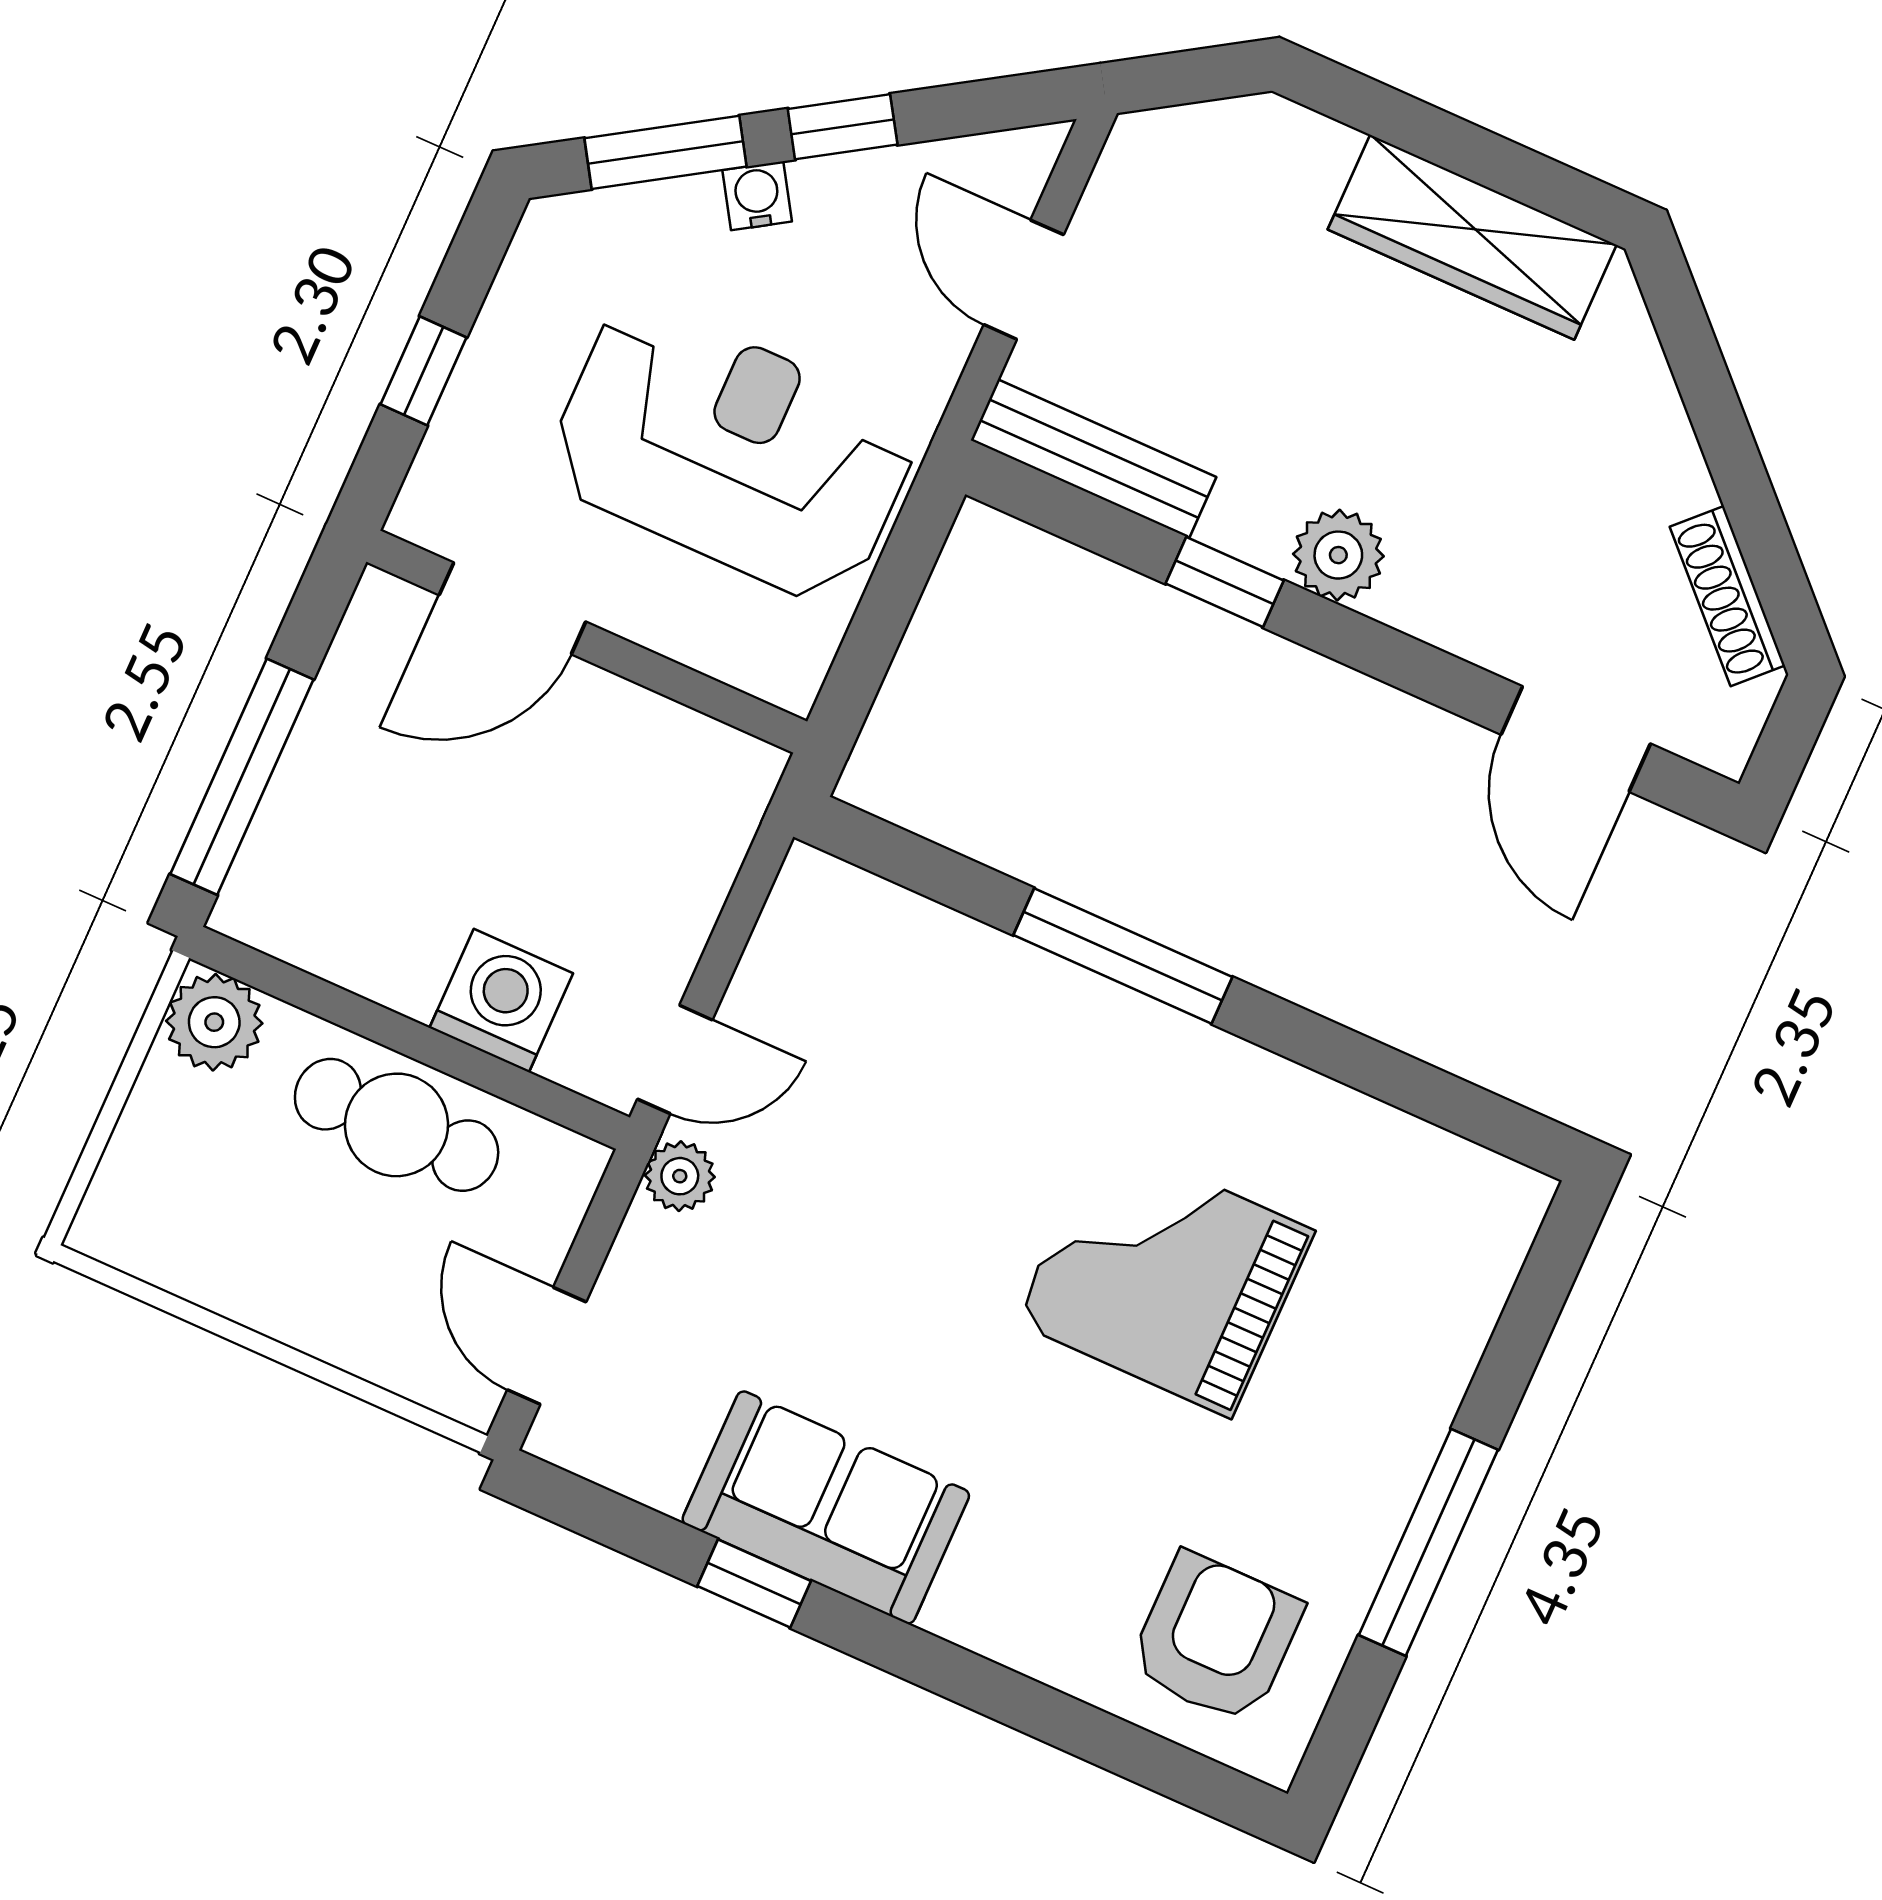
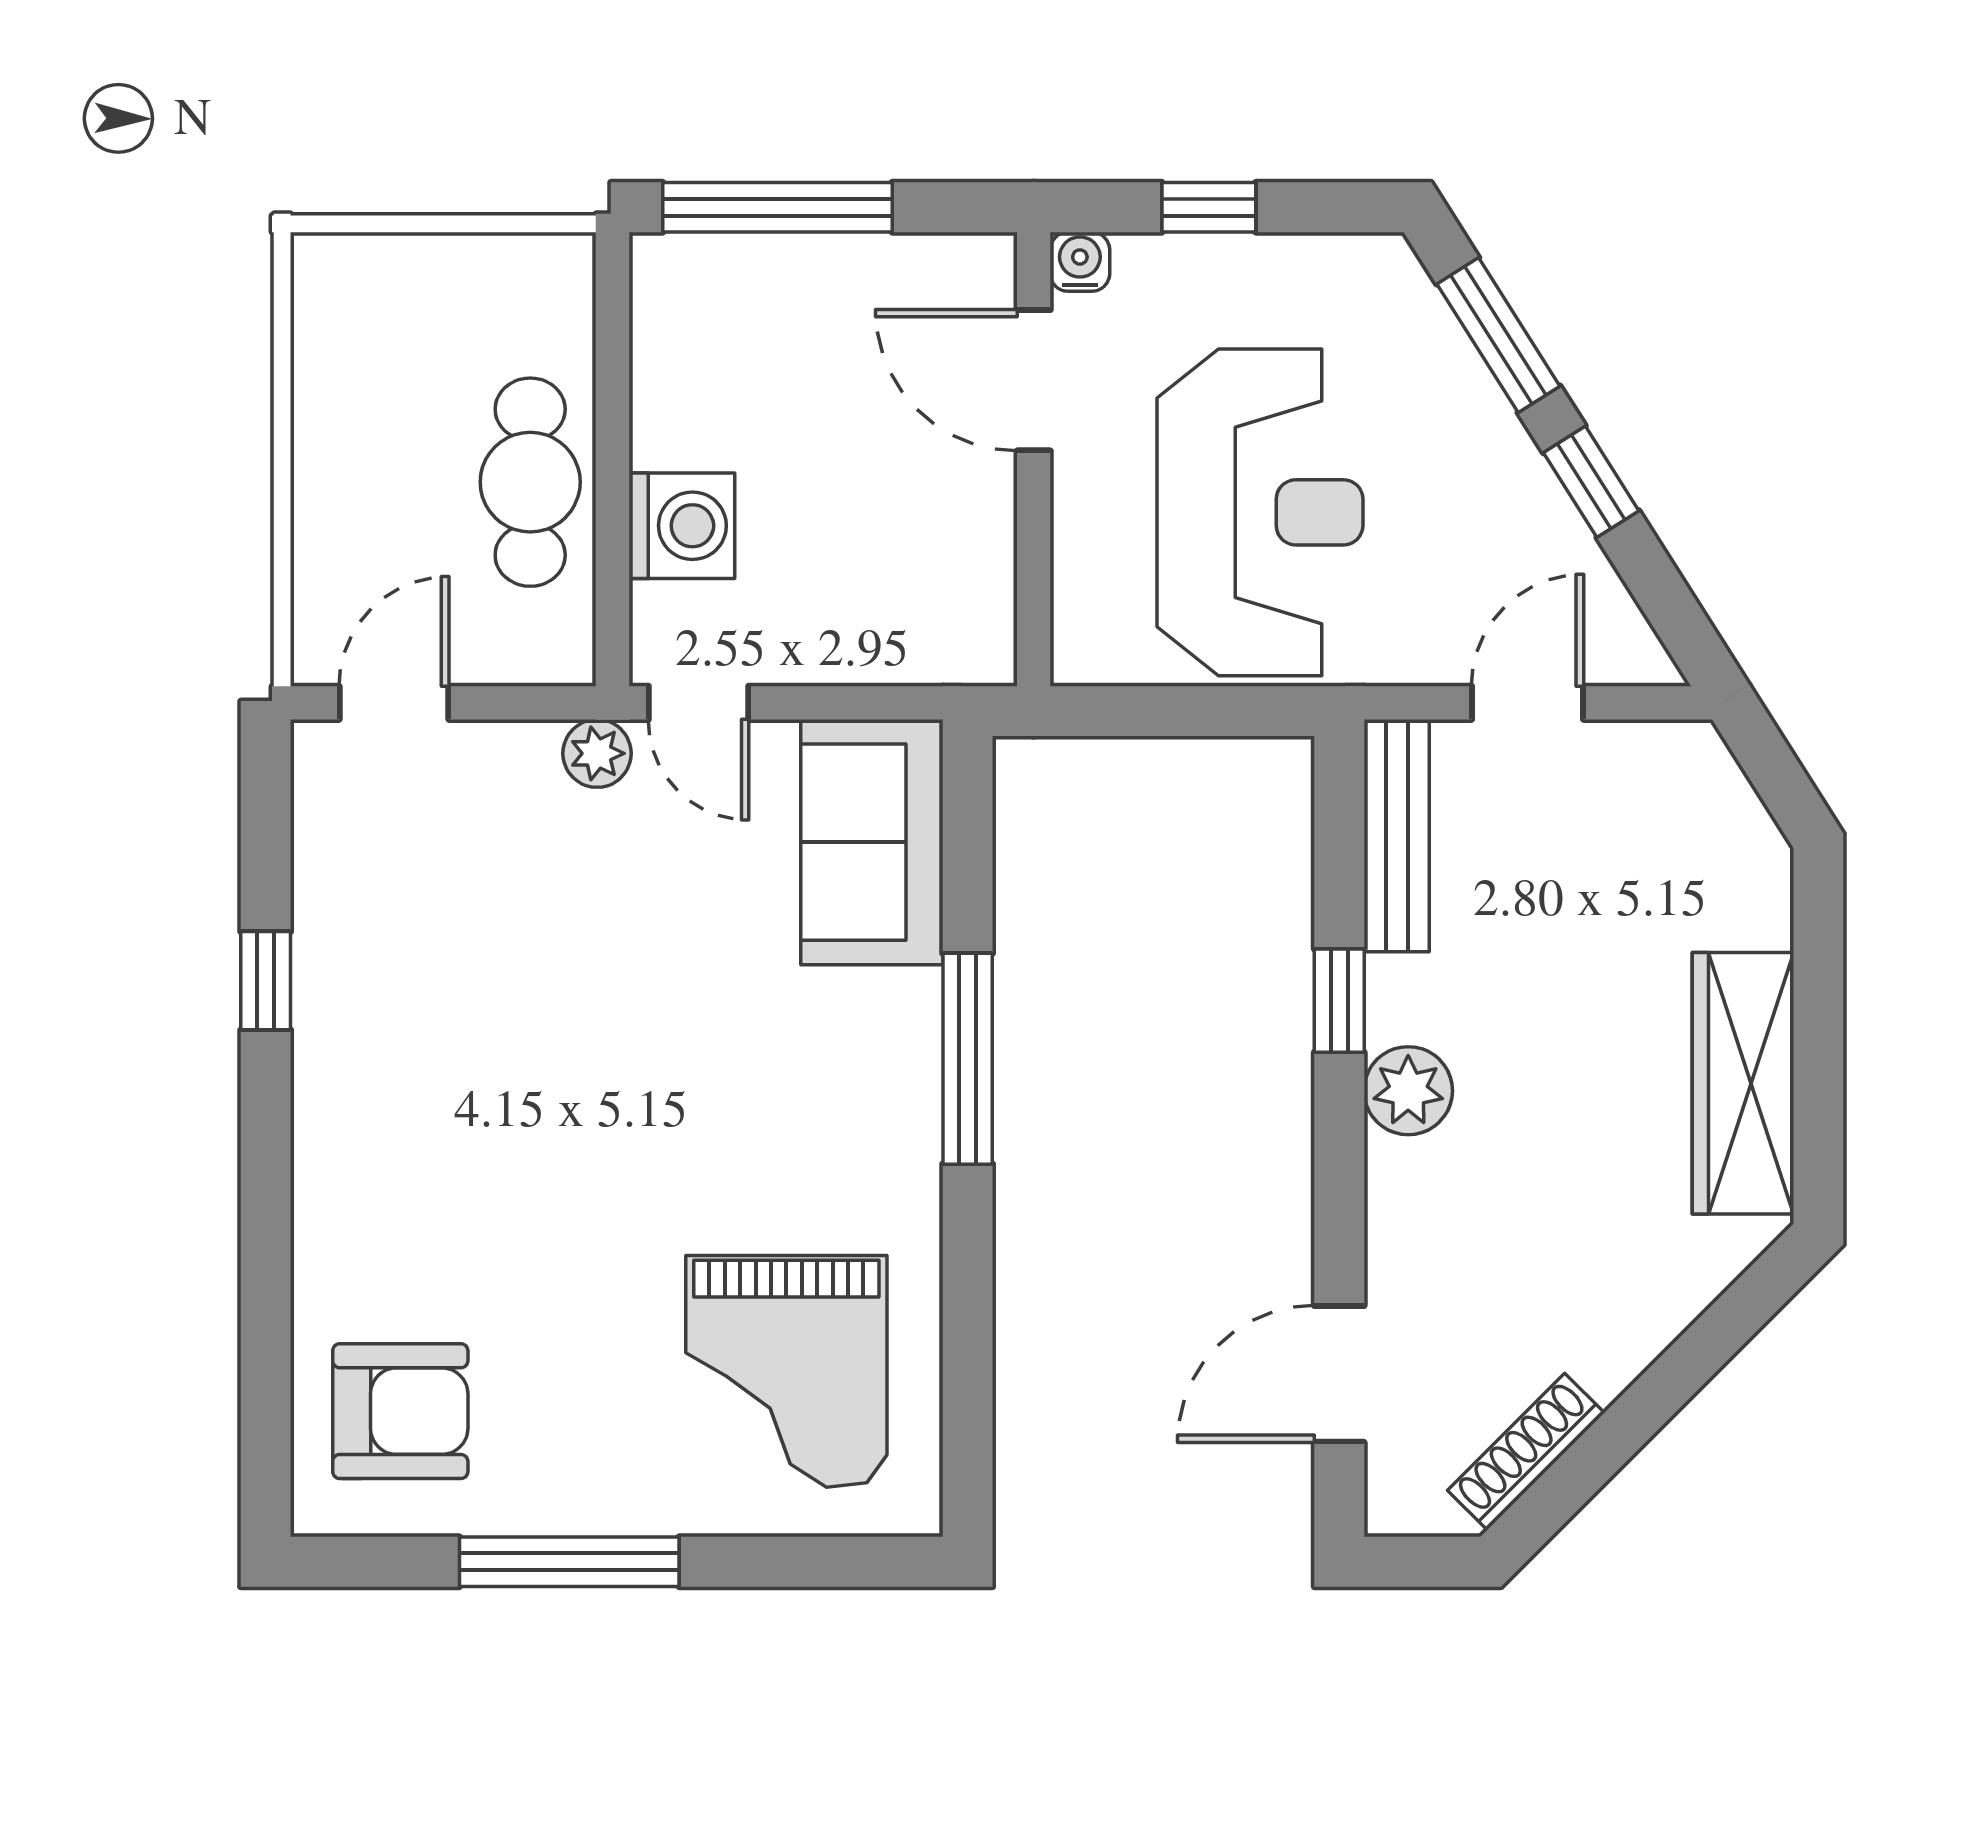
water cooler: (757, 196) -> (1080, 262), moved, turned -58
plant: (214, 1022) -> (549, 280), removed
grand piano: (1165, 1276) -> (786, 1371), moved, turned 180
sofa: (826, 1507) -> (872, 842), moved, turned 180

